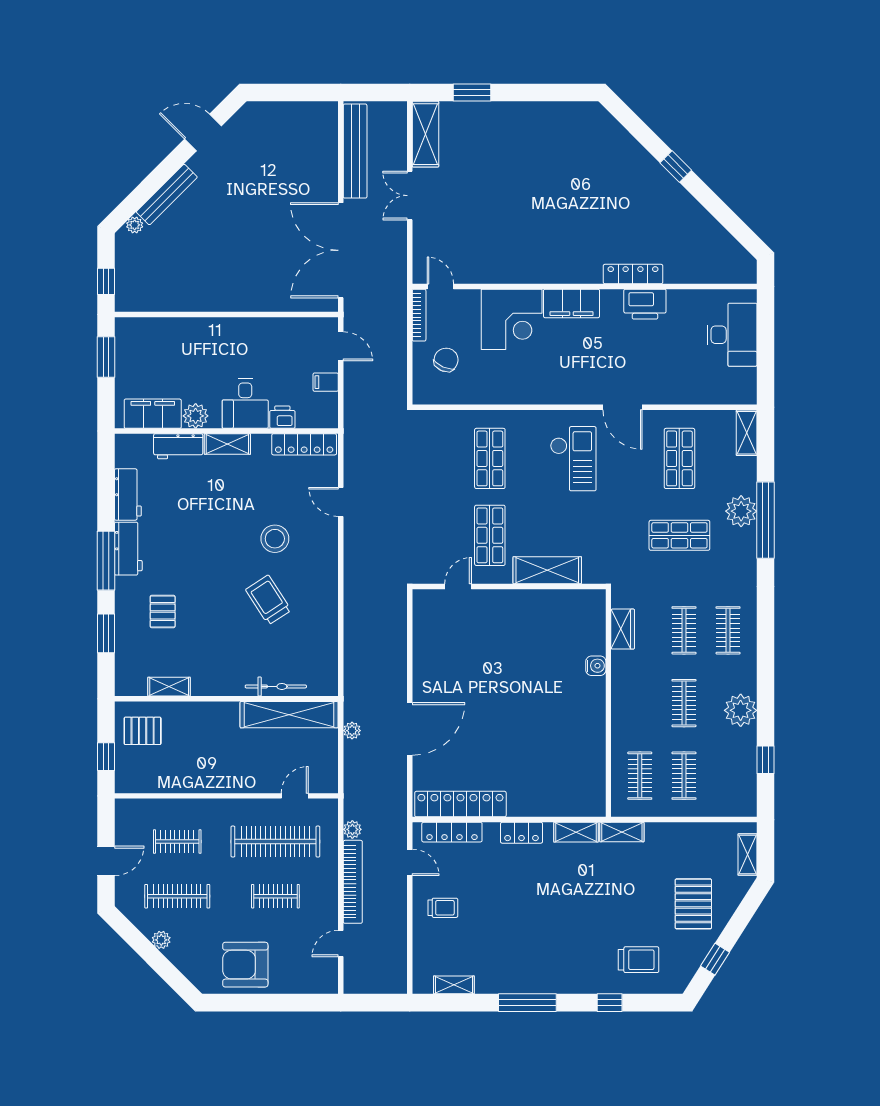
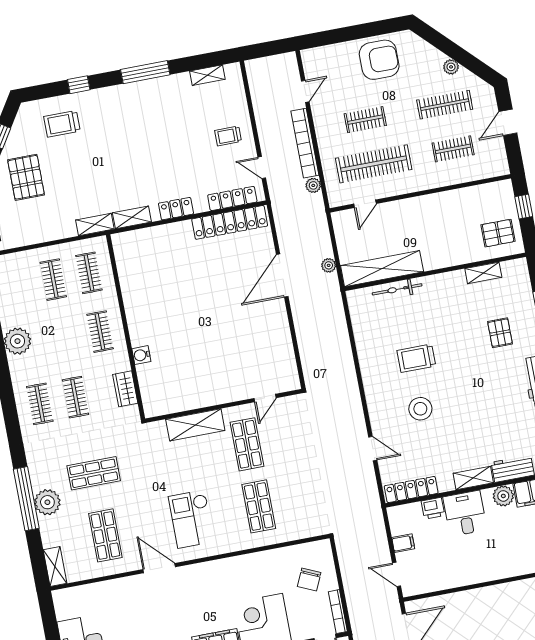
trolley: (268, 600) -> (416, 358), turned 123
clothes rail: (684, 703) -> (100, 332), moved

